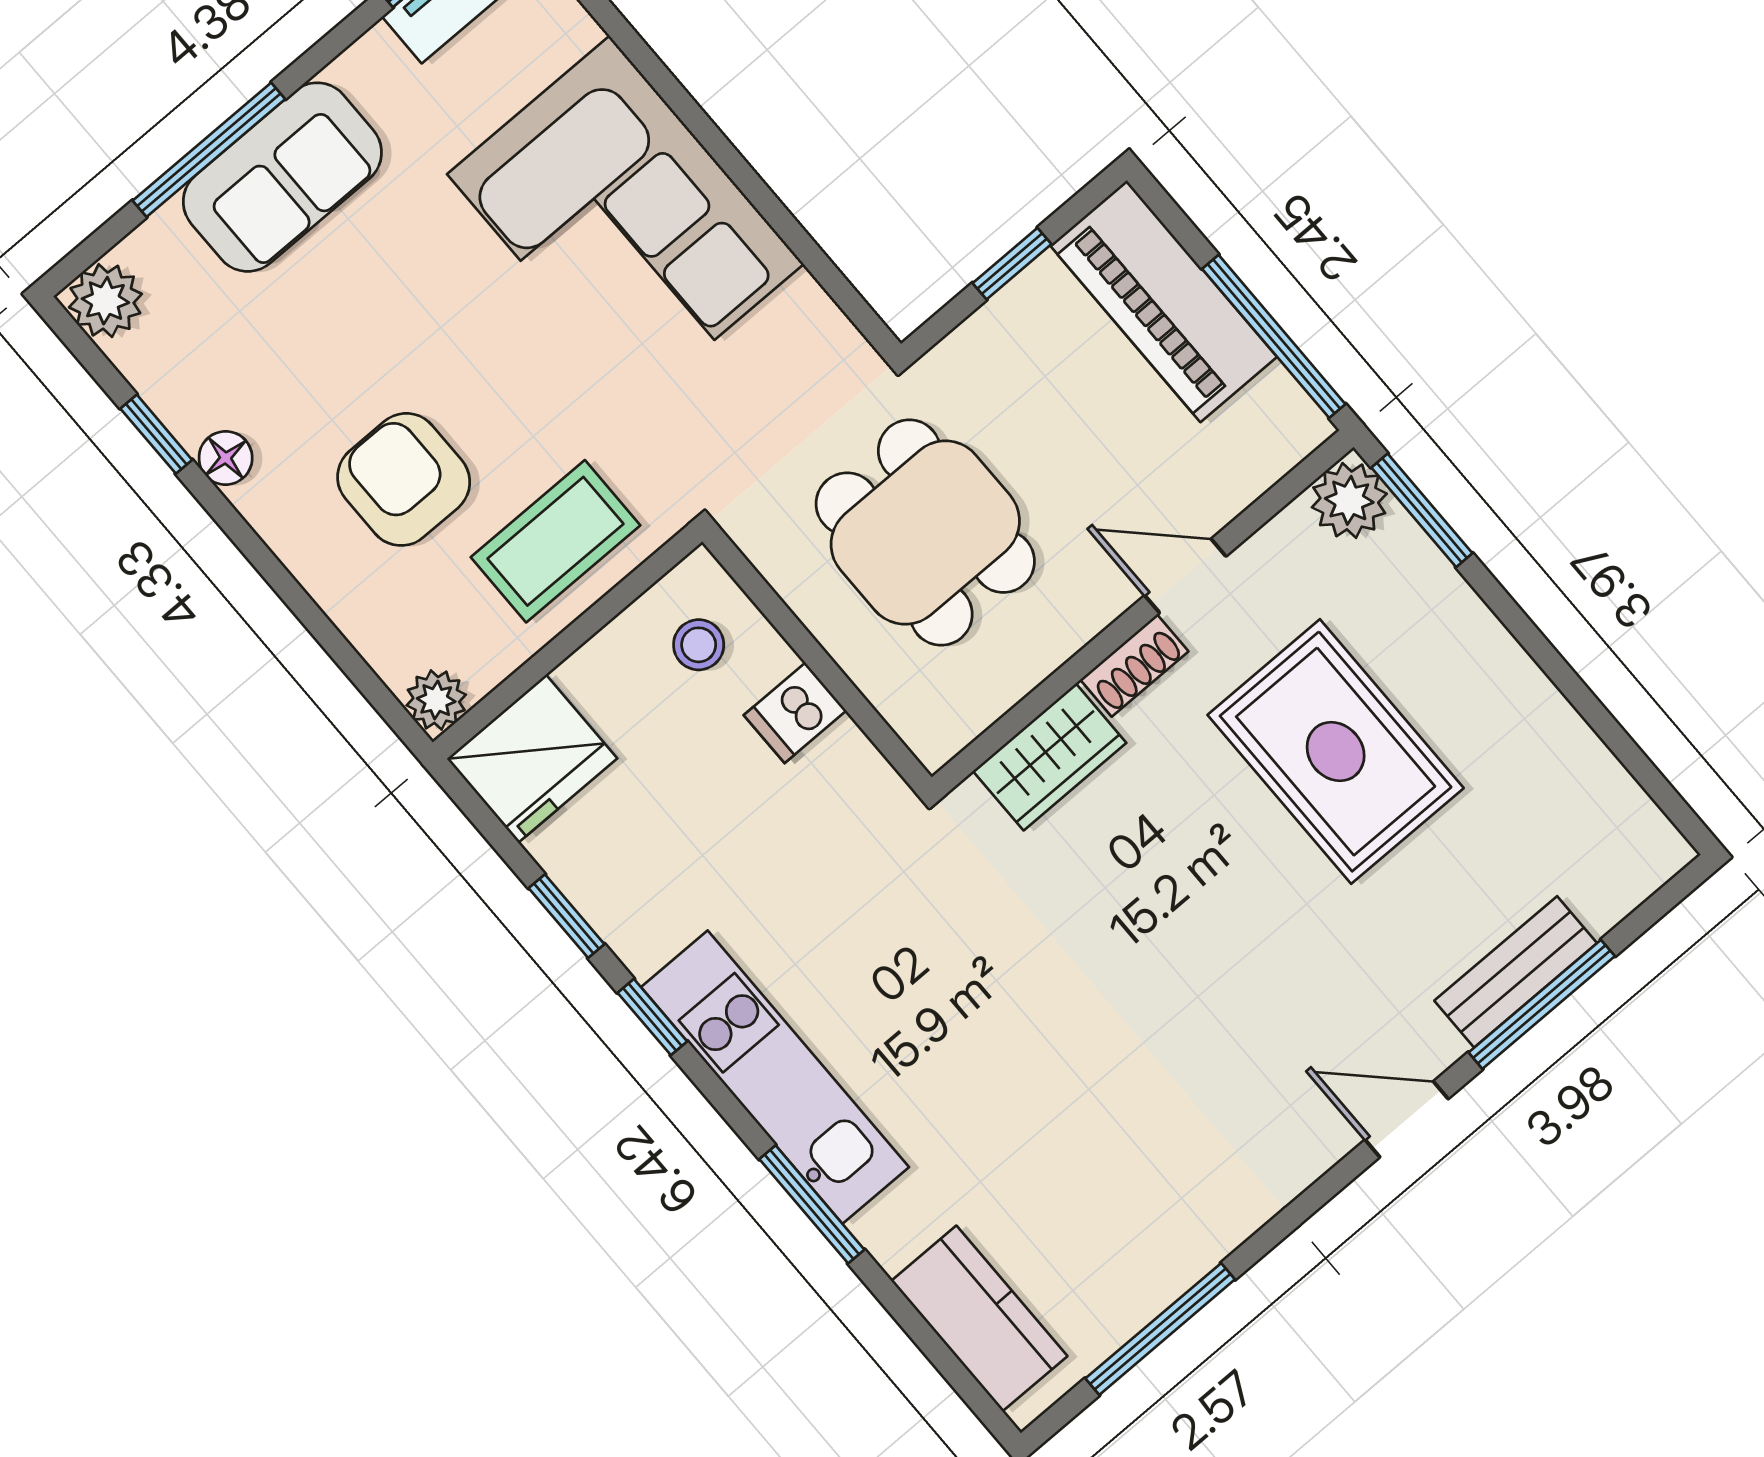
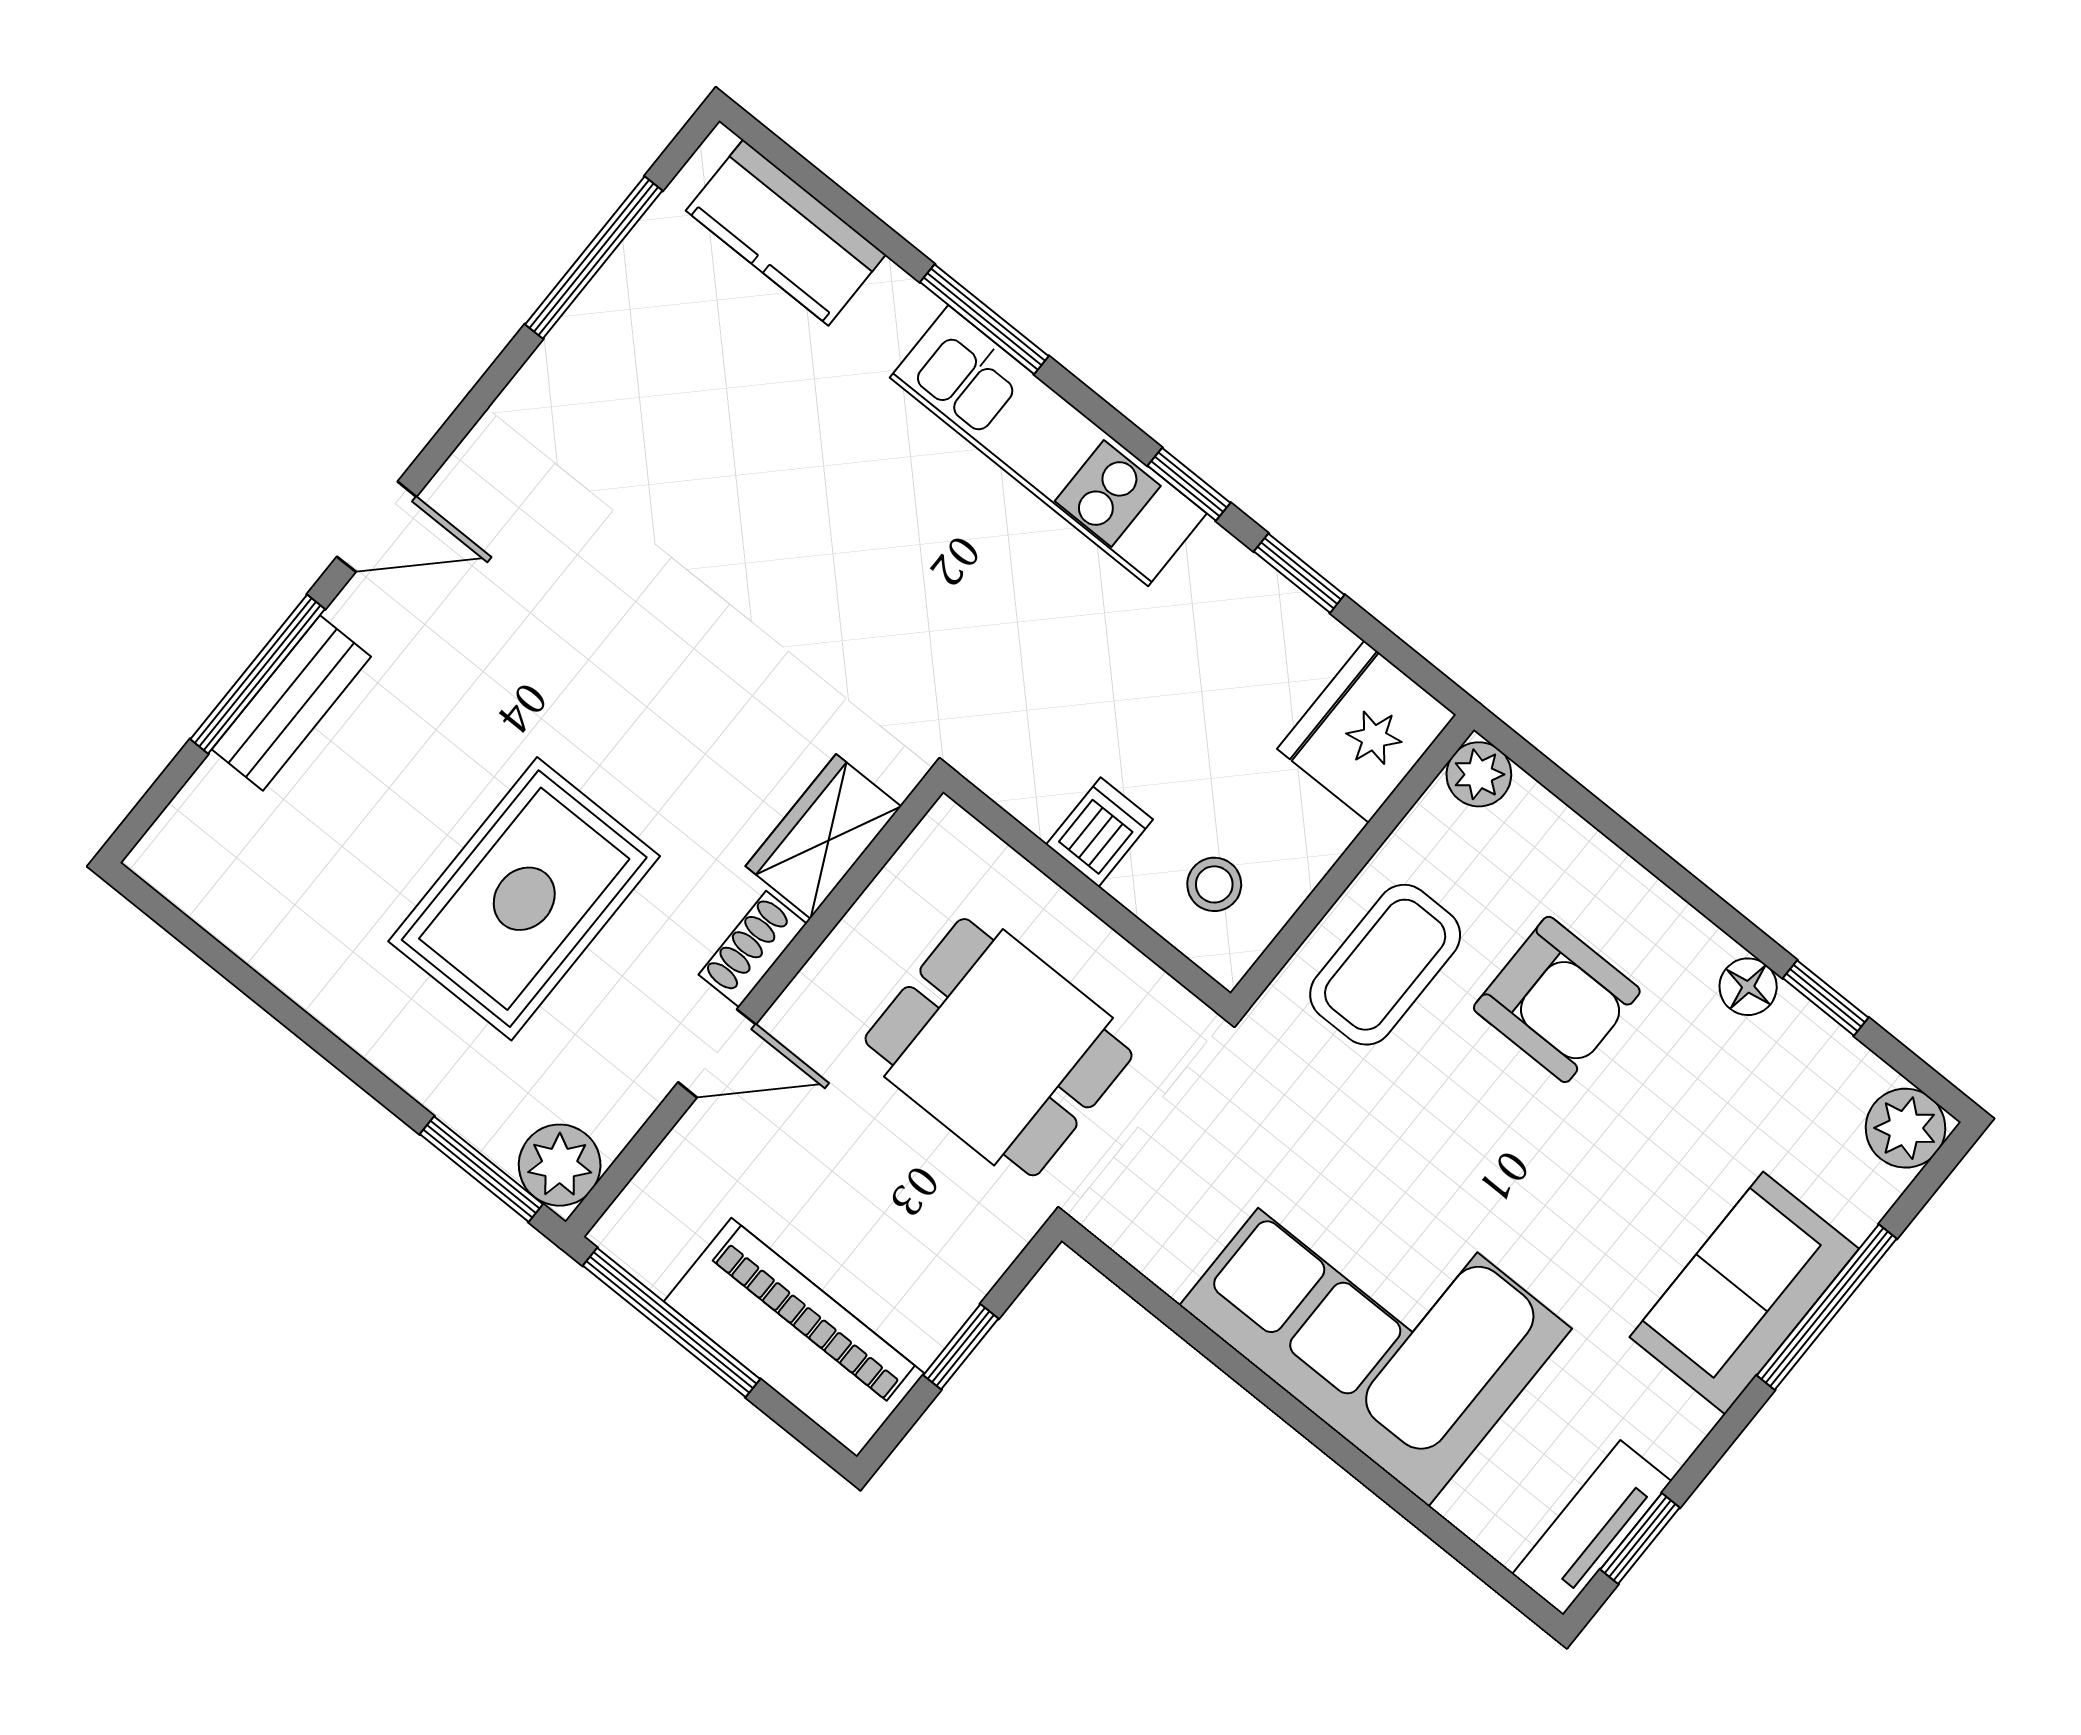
rug: (1336, 752) -> (524, 899), turned 90

